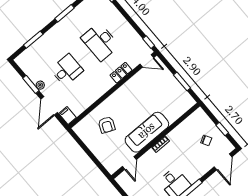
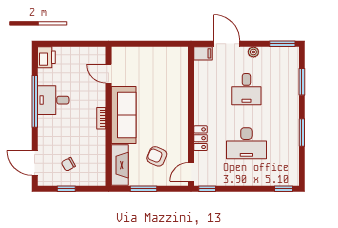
desk: (100, 42) -> (246, 143), turned 180
window: (31, 84) -> (282, 44), moved
fireplace: (180, 108) -> (120, 165), added
armchair: (107, 125) -> (157, 156), moved

